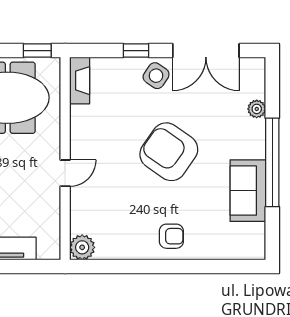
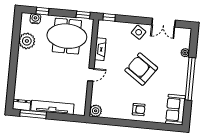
window: (136, 51) -> (109, 17), moved
double door: (206, 51) -> (164, 23), width x0.73
fireplace: (80, 81) -> (100, 49), moved
sofa: (248, 191) -> (176, 110), moved

